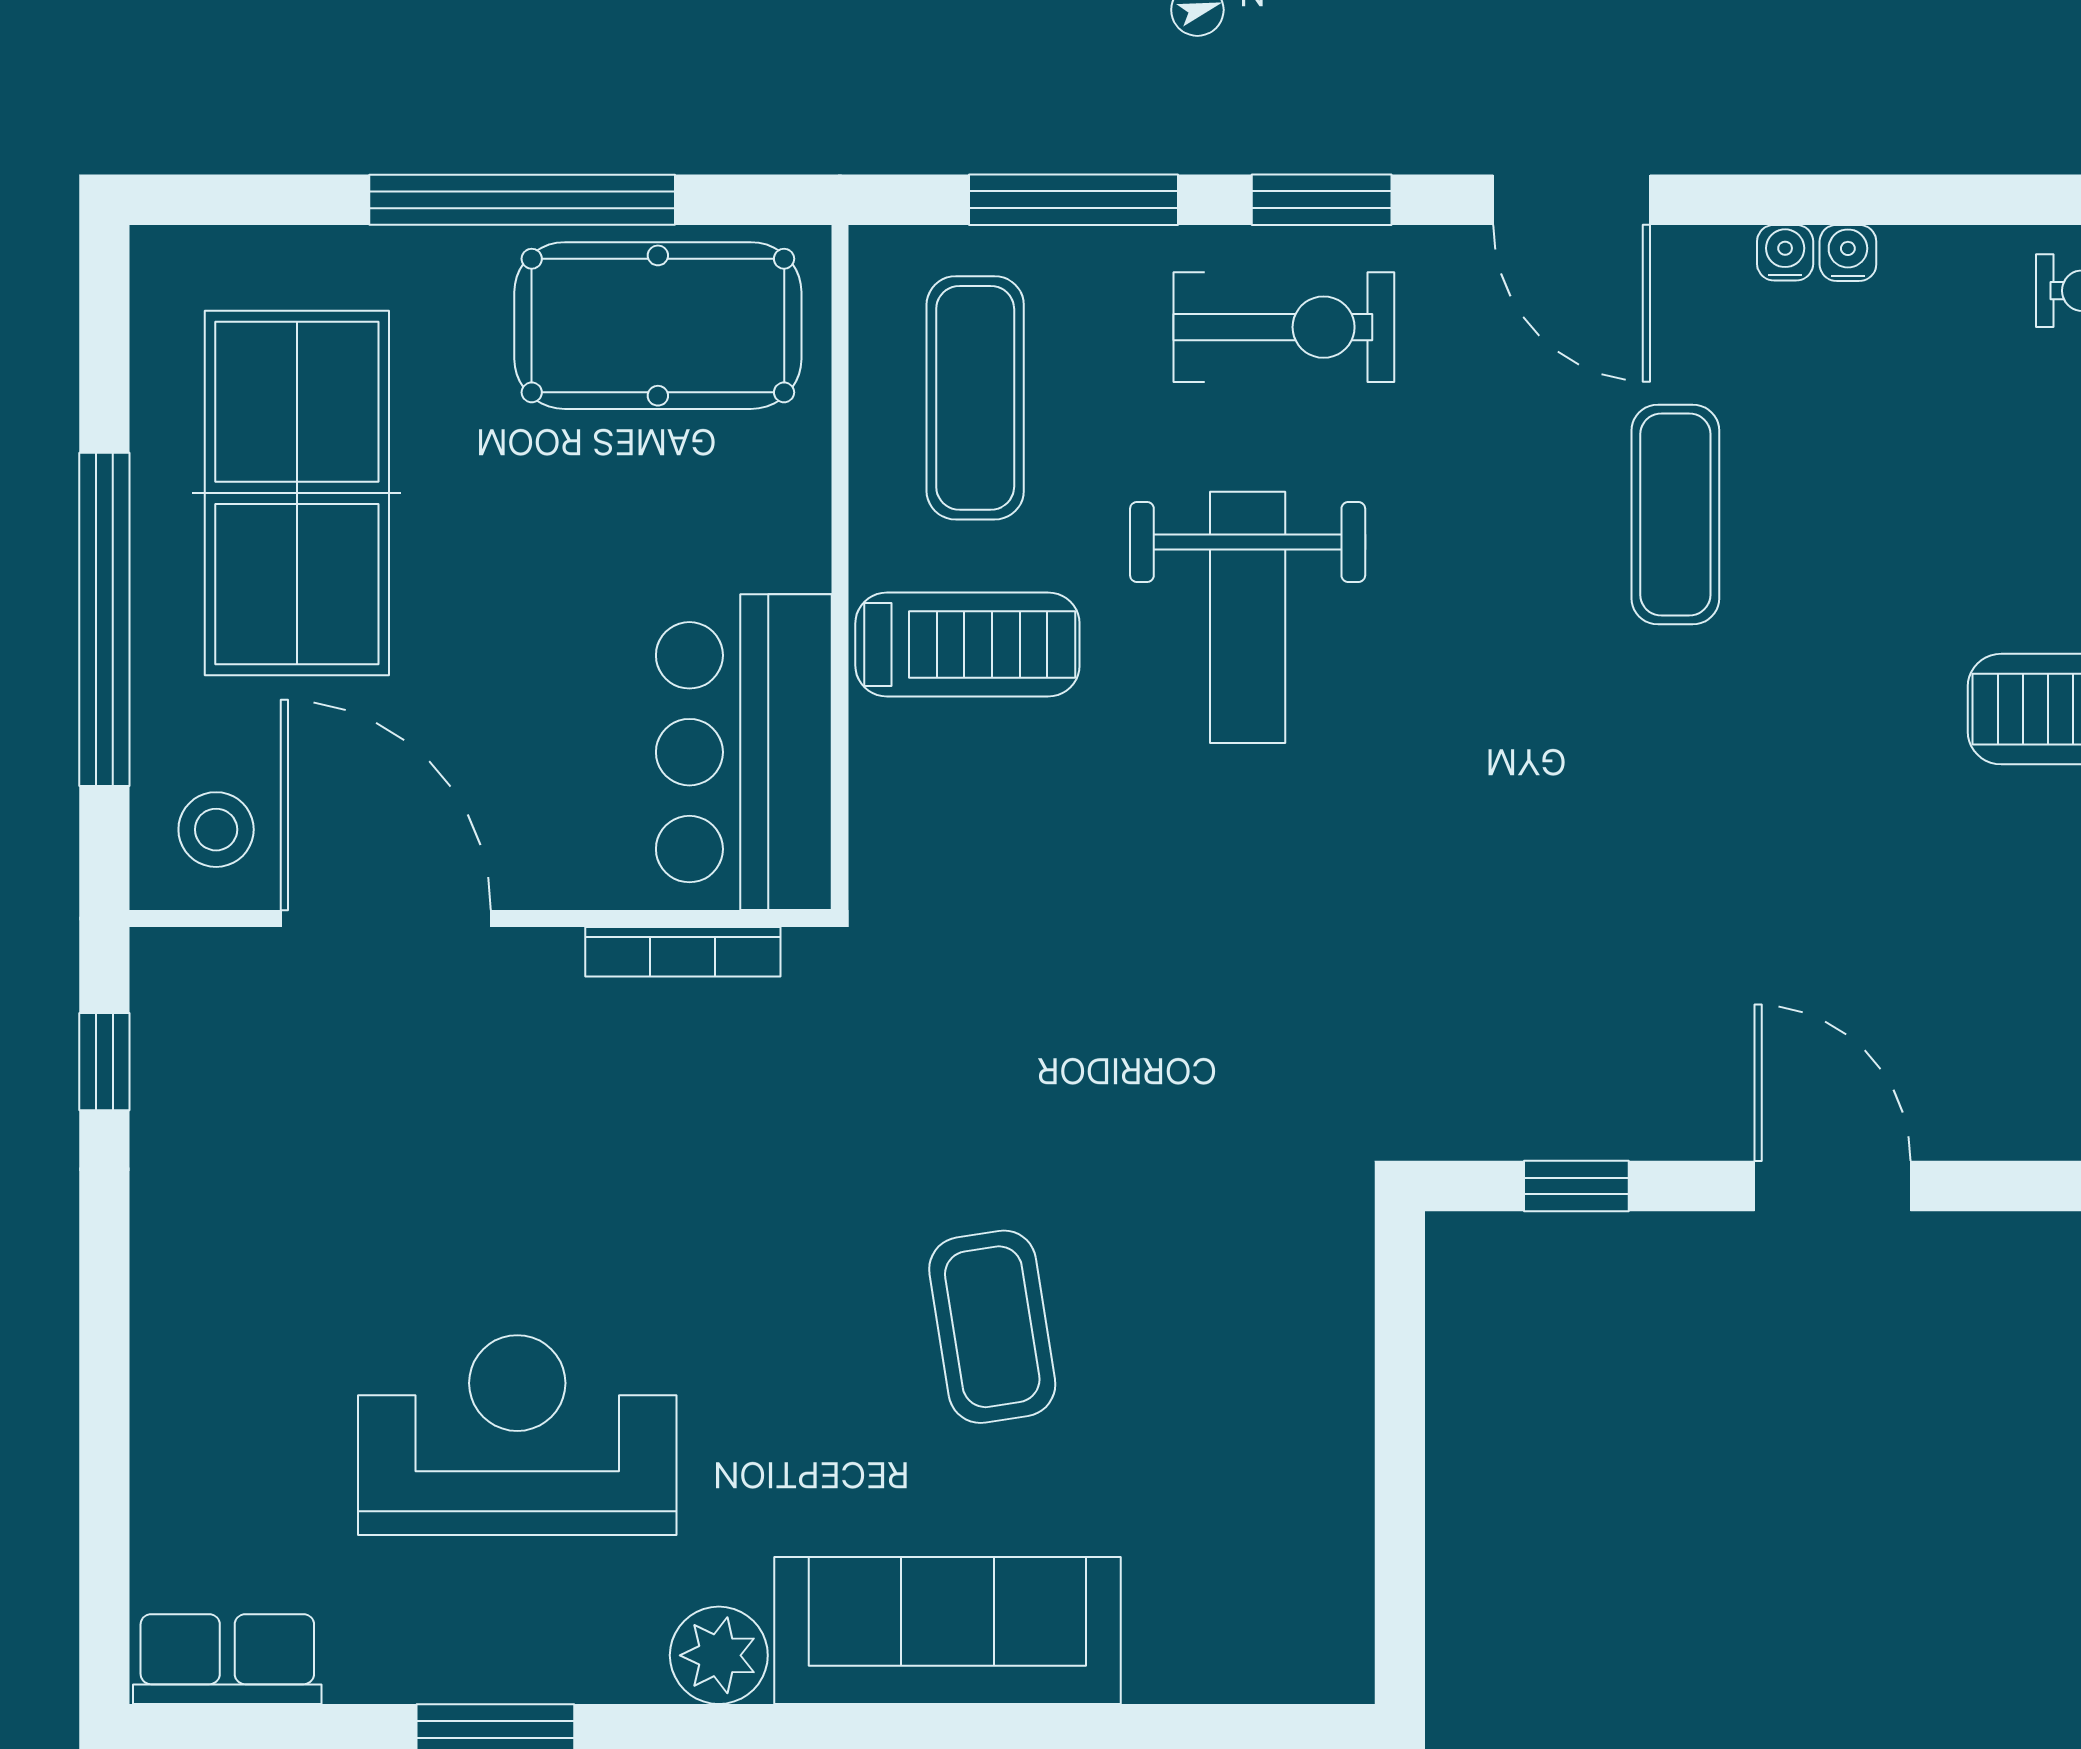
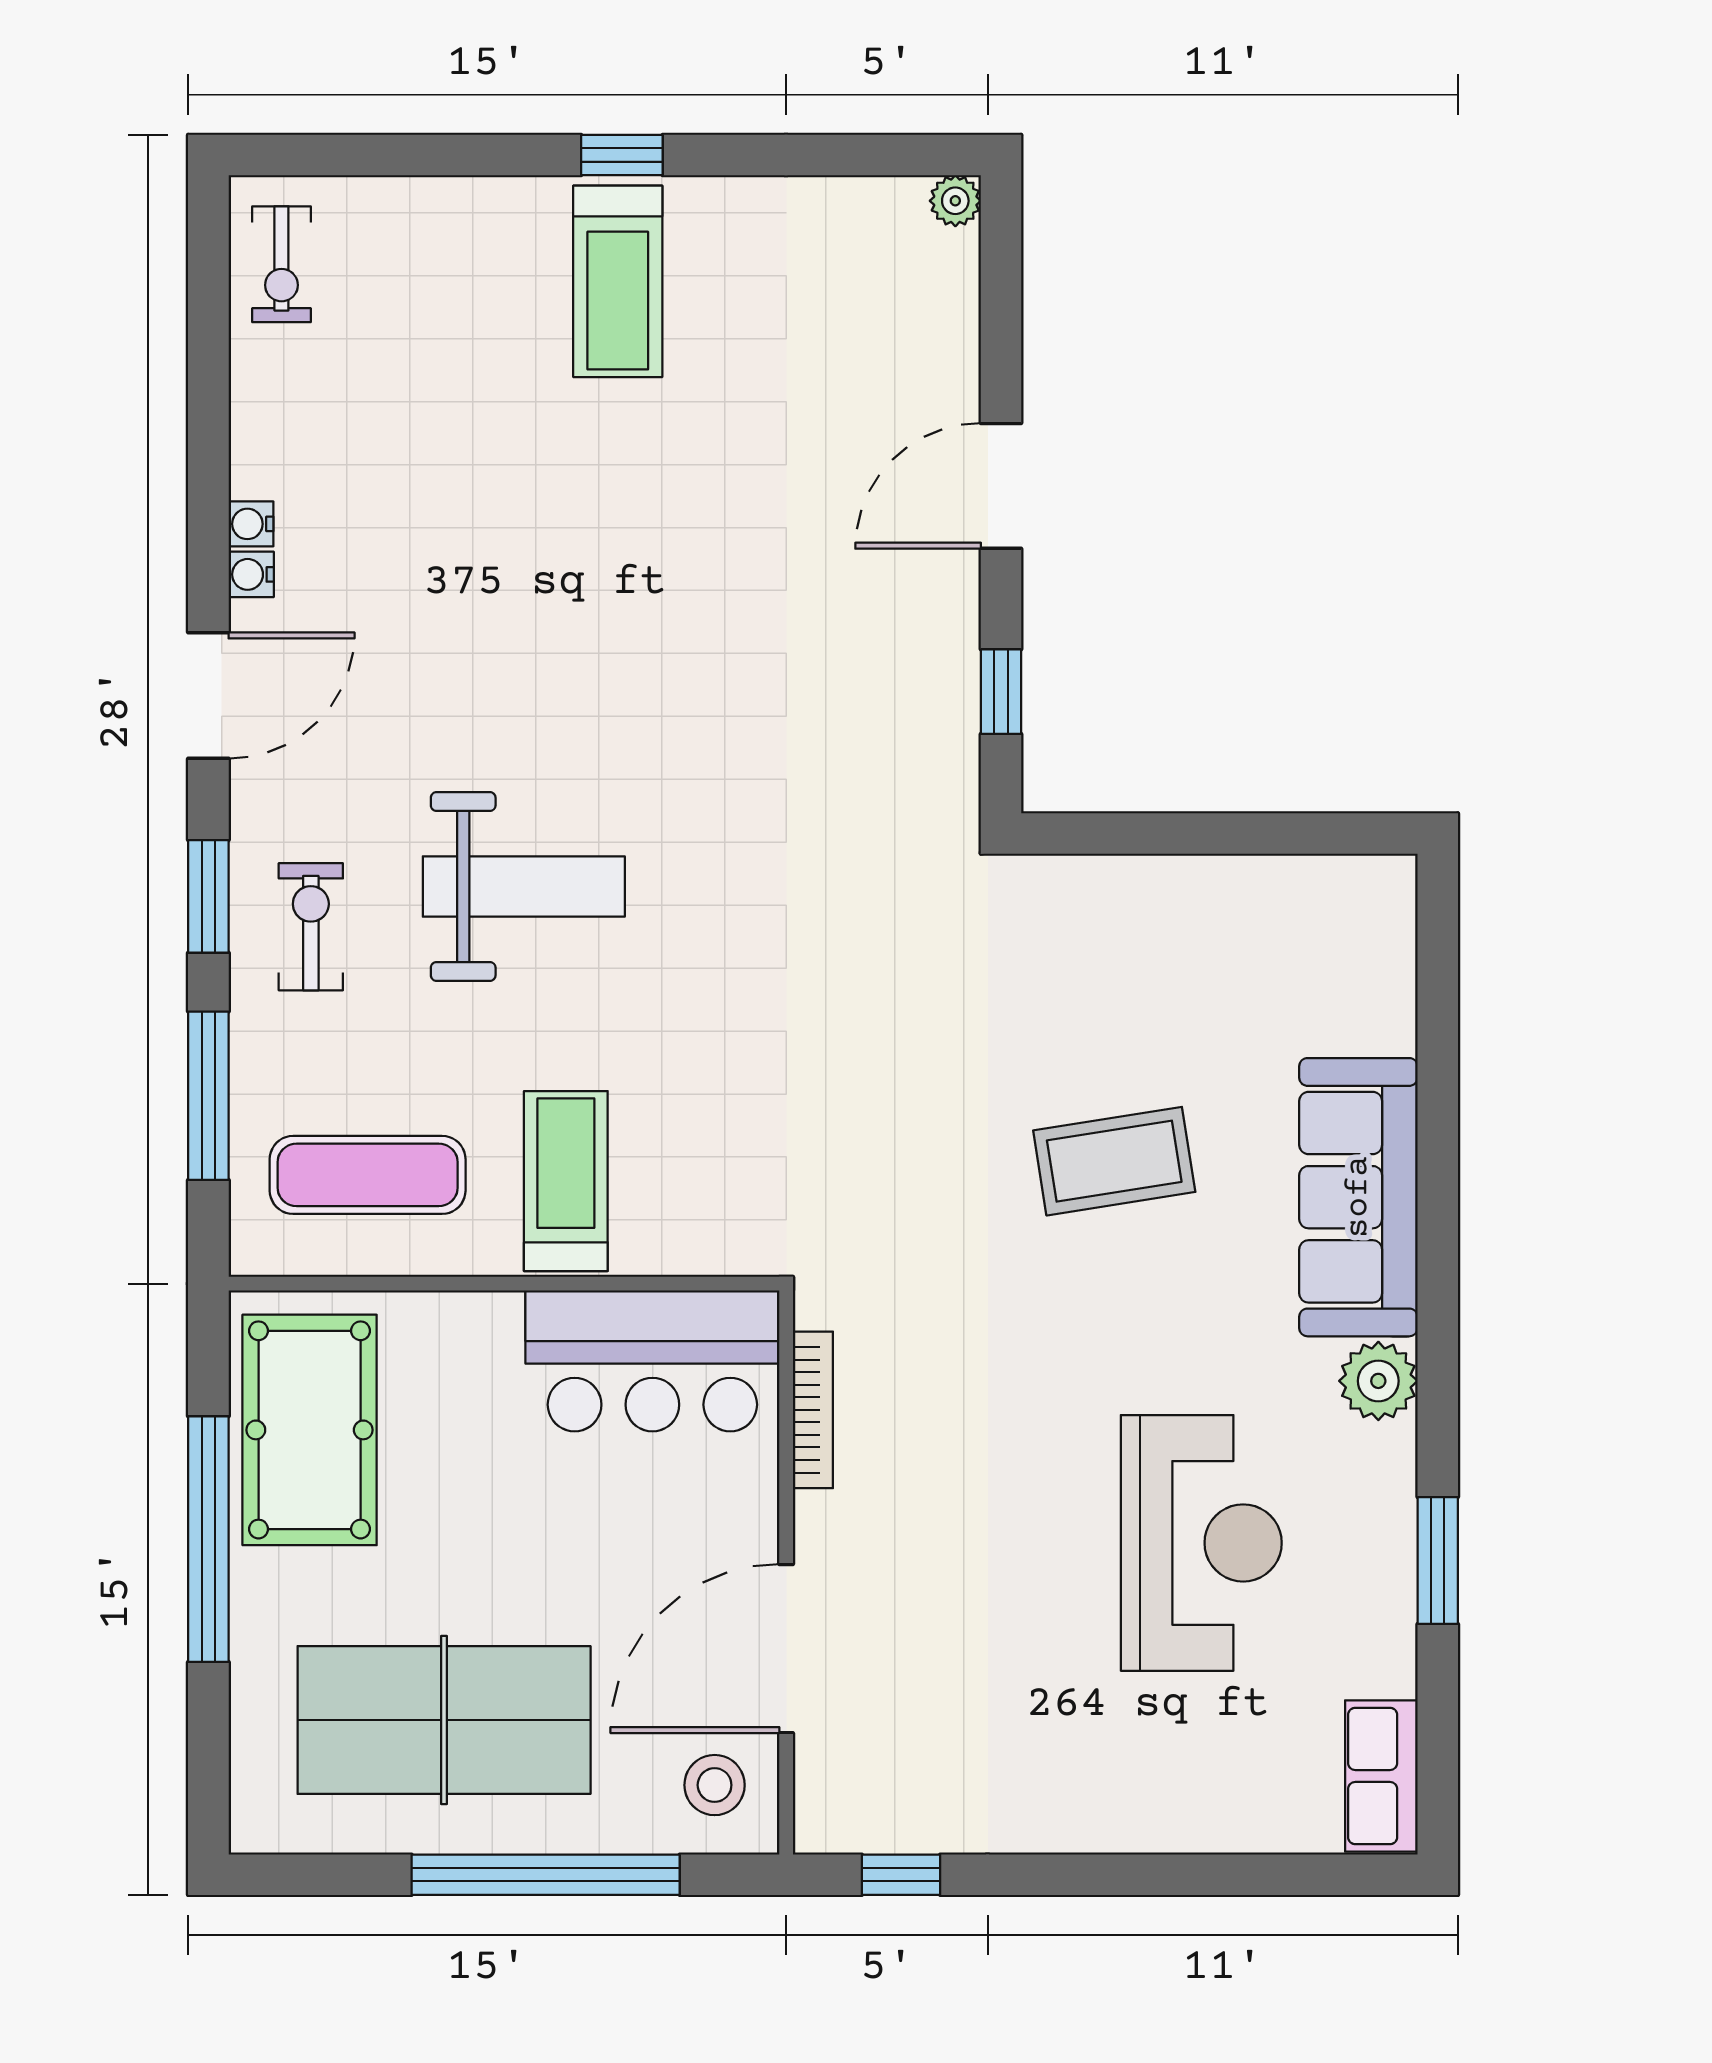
water cooler: (1848, 253) -> (251, 574), moved
exercise bike: (1284, 327) -> (311, 927), width x0.73, depth x0.72
exercise mat: (1675, 514) -> (461, 612), removed
weight bench: (1248, 617) -> (524, 887), moved
reception desk: (517, 1435) -> (1201, 1543), turned 180

